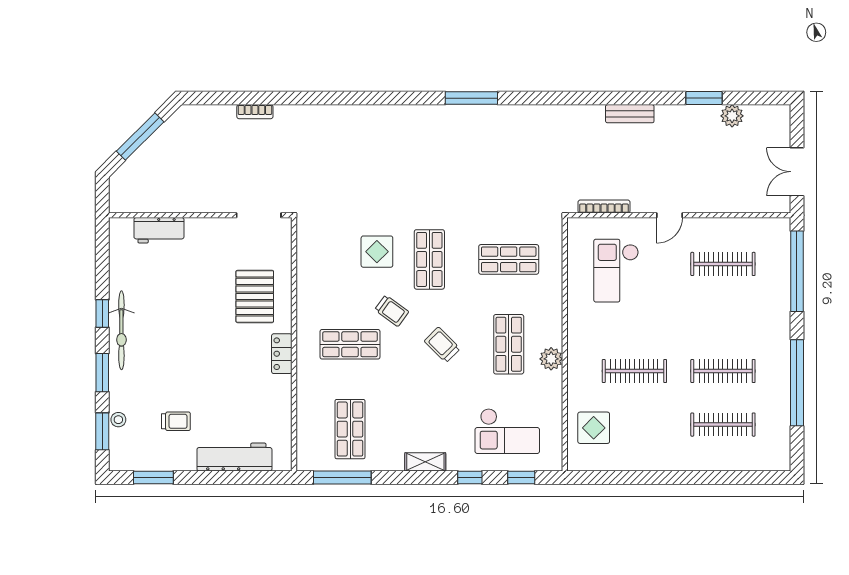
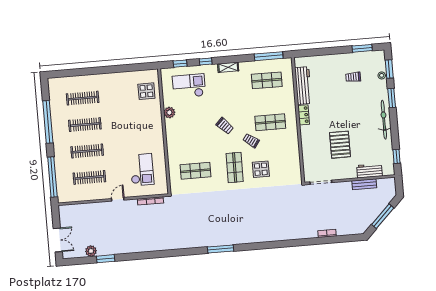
bench: (630, 114) -> (364, 184), moved
double door: (797, 172) -> (58, 240), moved
pallet: (255, 296) -> (340, 145), moved
window: (102, 314) -> (397, 156), moved
shop shelf: (509, 344) -> (192, 129), removed
plant: (551, 359) -> (169, 113), moved
clothes rail: (634, 371) -> (87, 151), moved
shop shelf: (350, 429) -> (267, 80), turned 90
workbench: (234, 457) -> (303, 85), moved, turned -90

